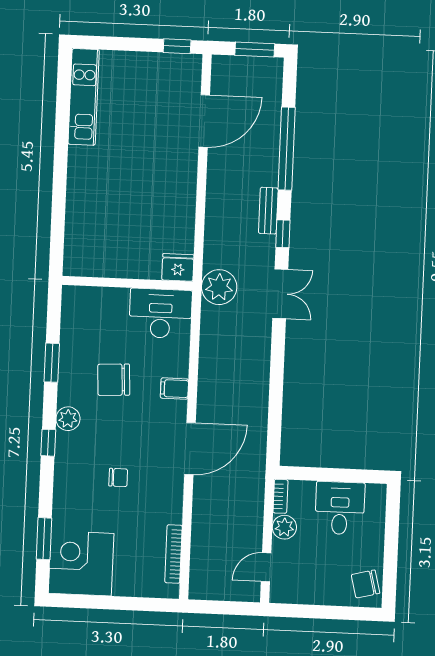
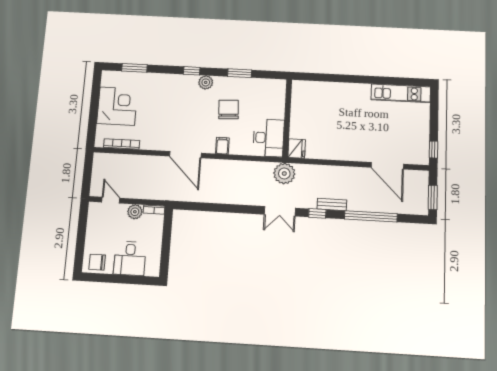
chair: (118, 477) -> (169, 112), removed
desk: (340, 508) -> (130, 258), moved, turned 90
corner desk: (81, 563) -> (117, 106), moved
chair: (366, 584) -> (97, 262), turned -76

